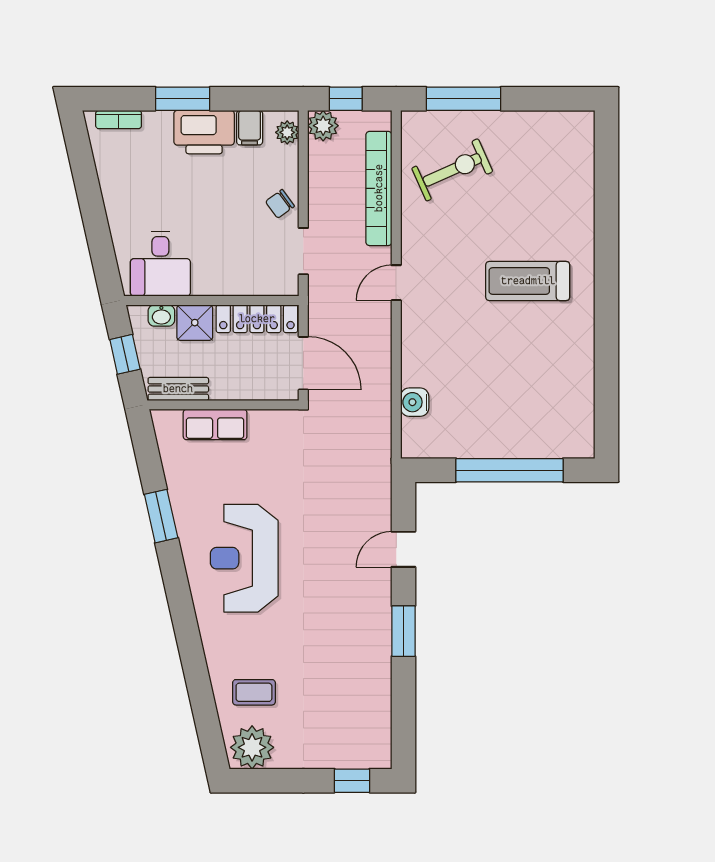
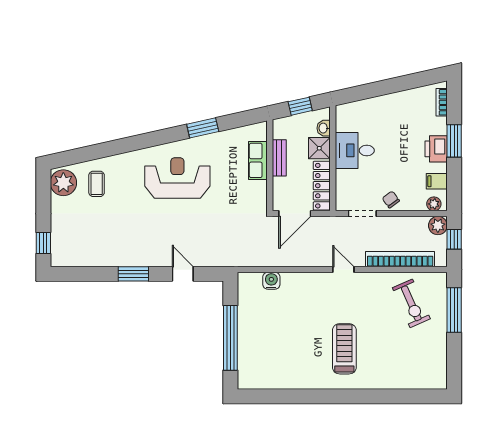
printer: (204, 132) -> (436, 149), width x0.73, depth x0.84
desk: (160, 264) -> (355, 150), moved
bench: (178, 389) -> (279, 158), moved

